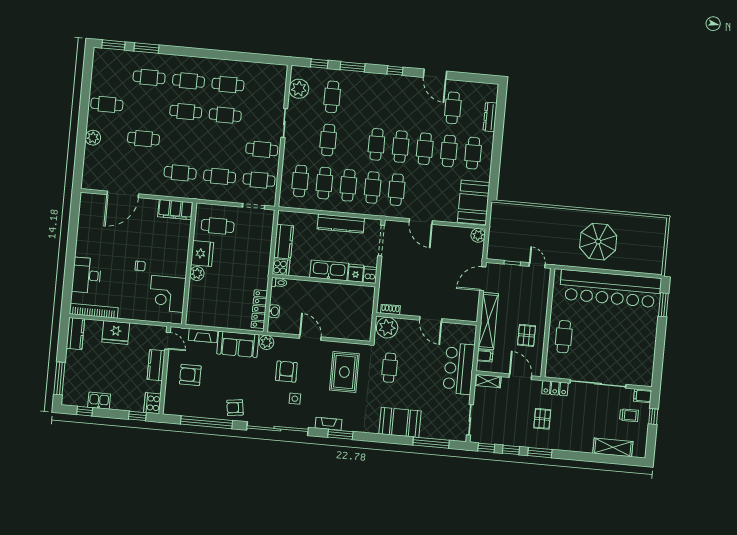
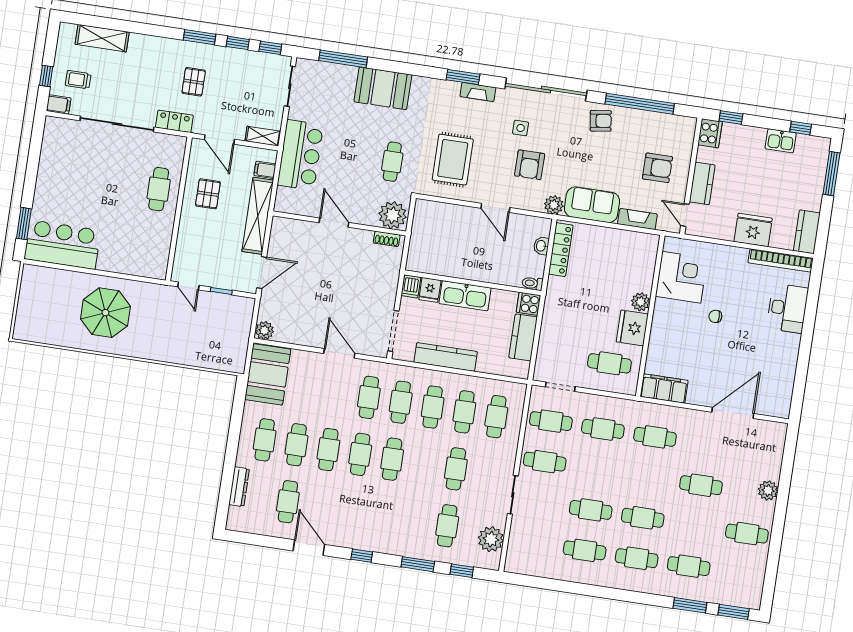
bar counter: (610, 289) -> (62, 245), width x0.54

